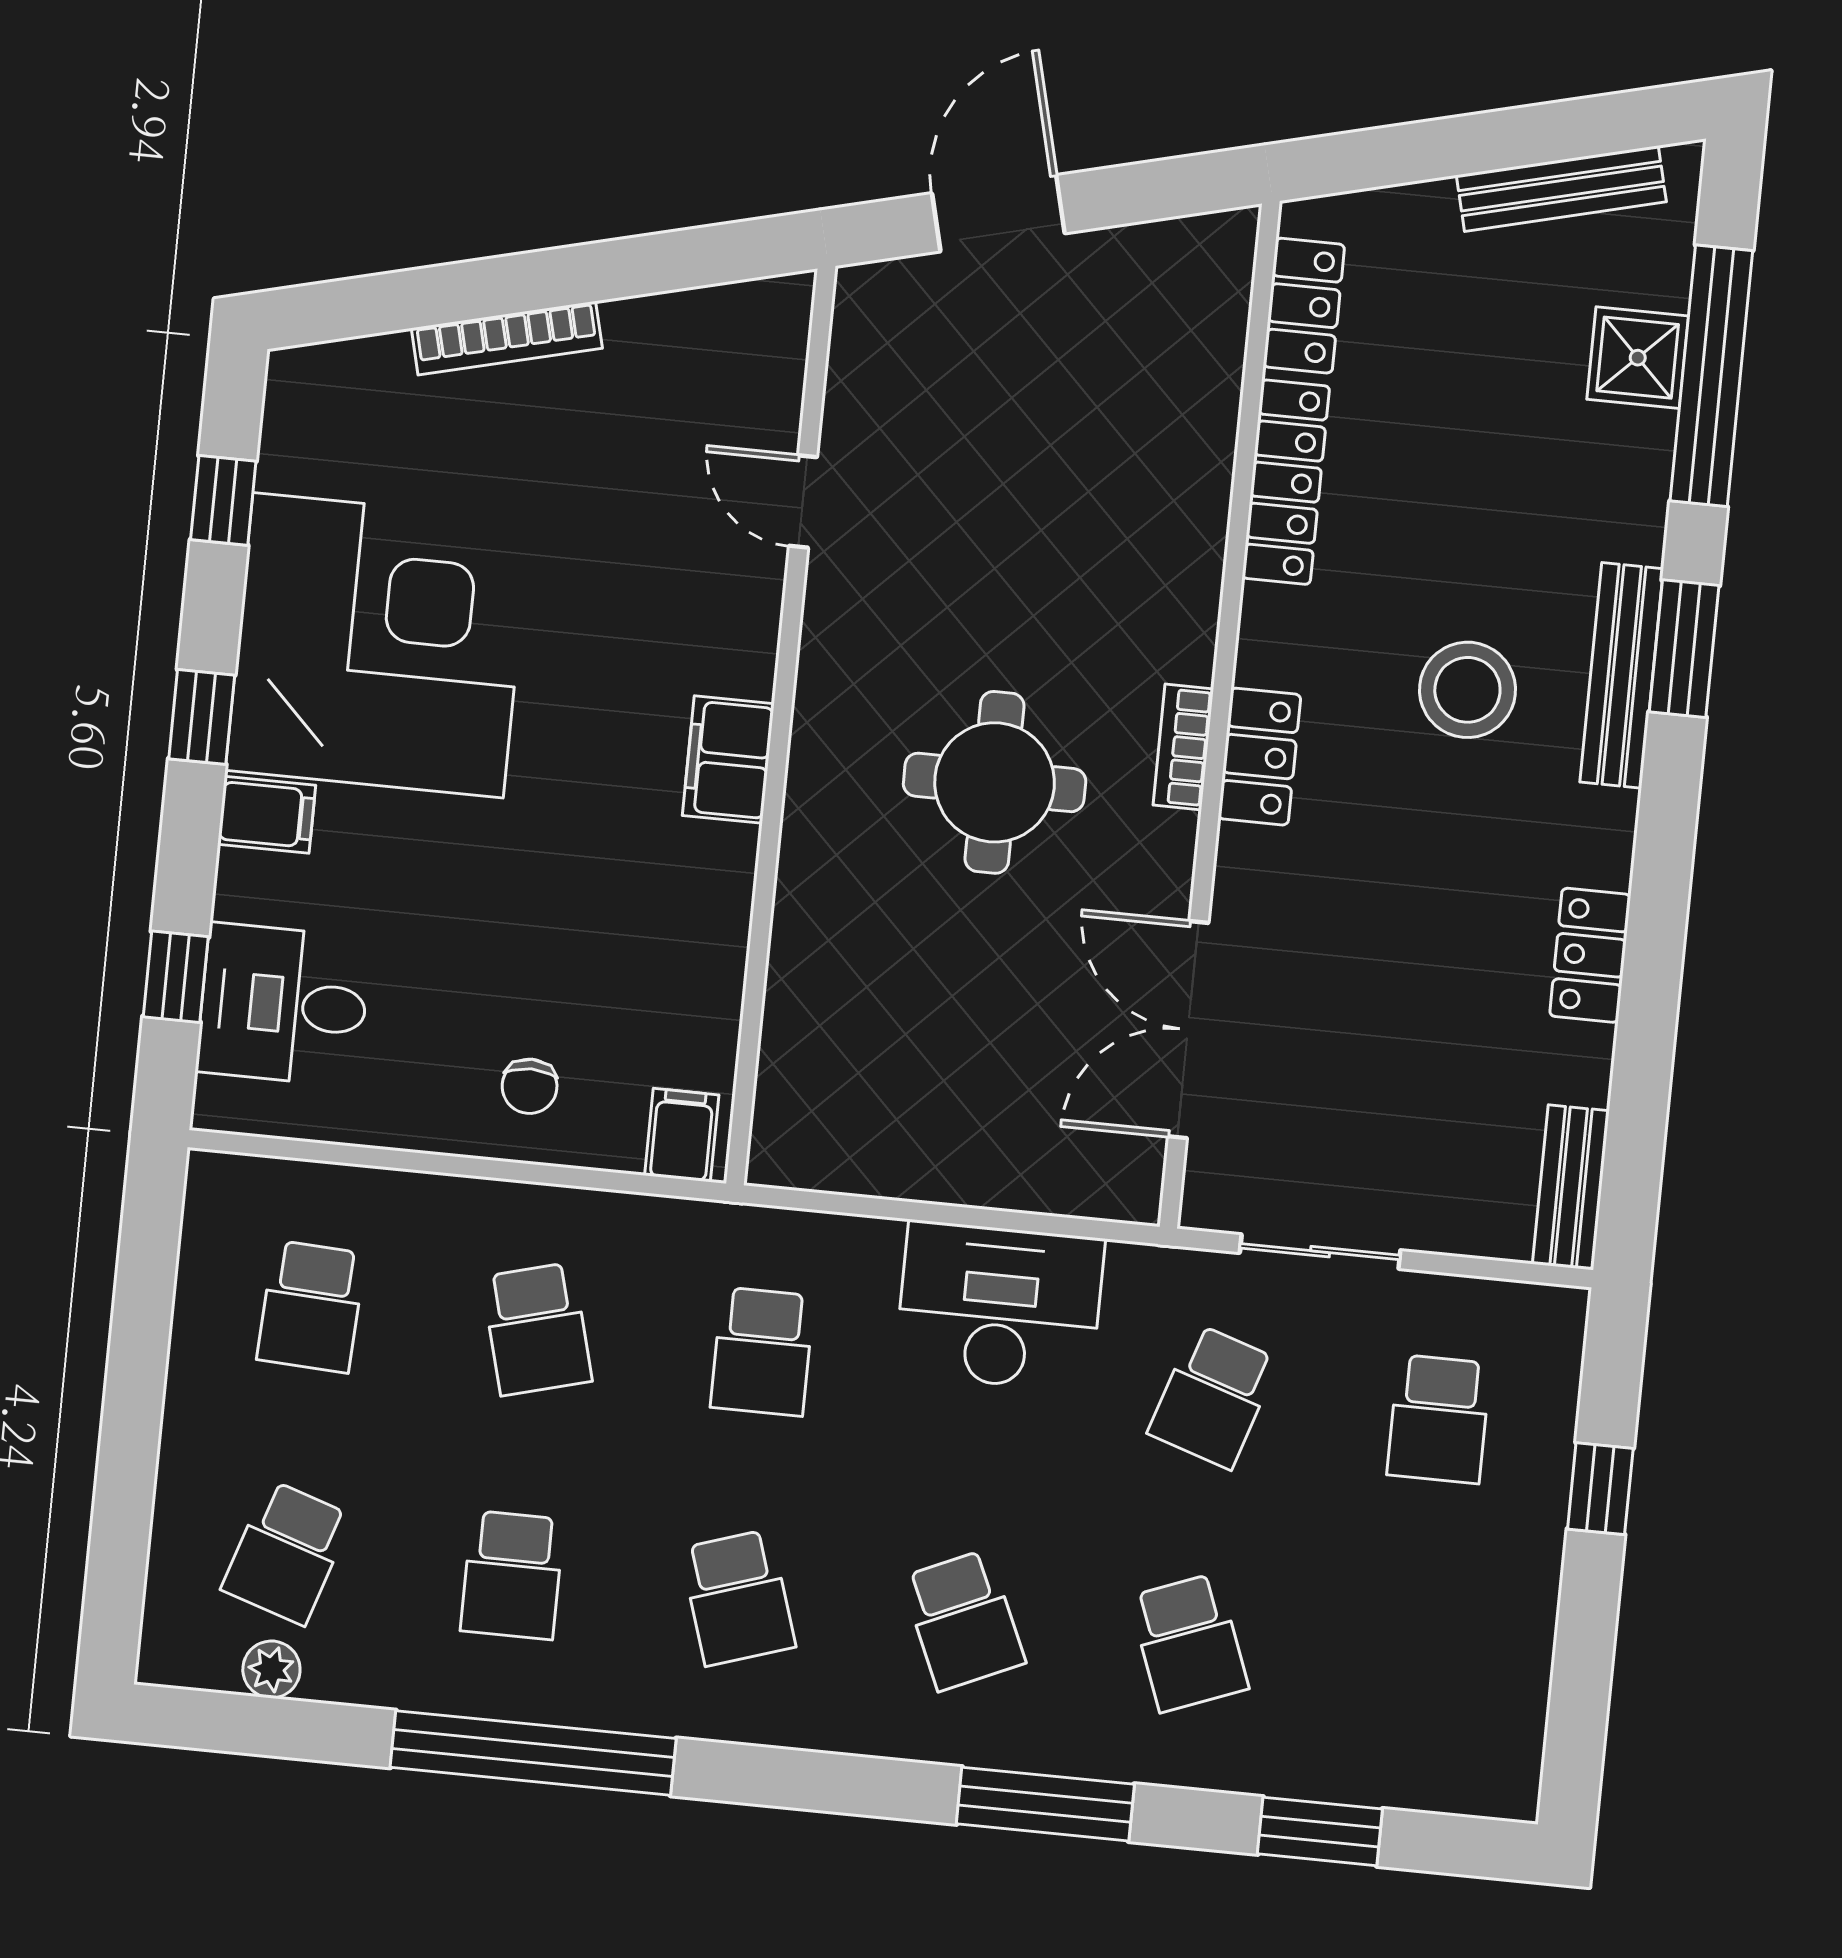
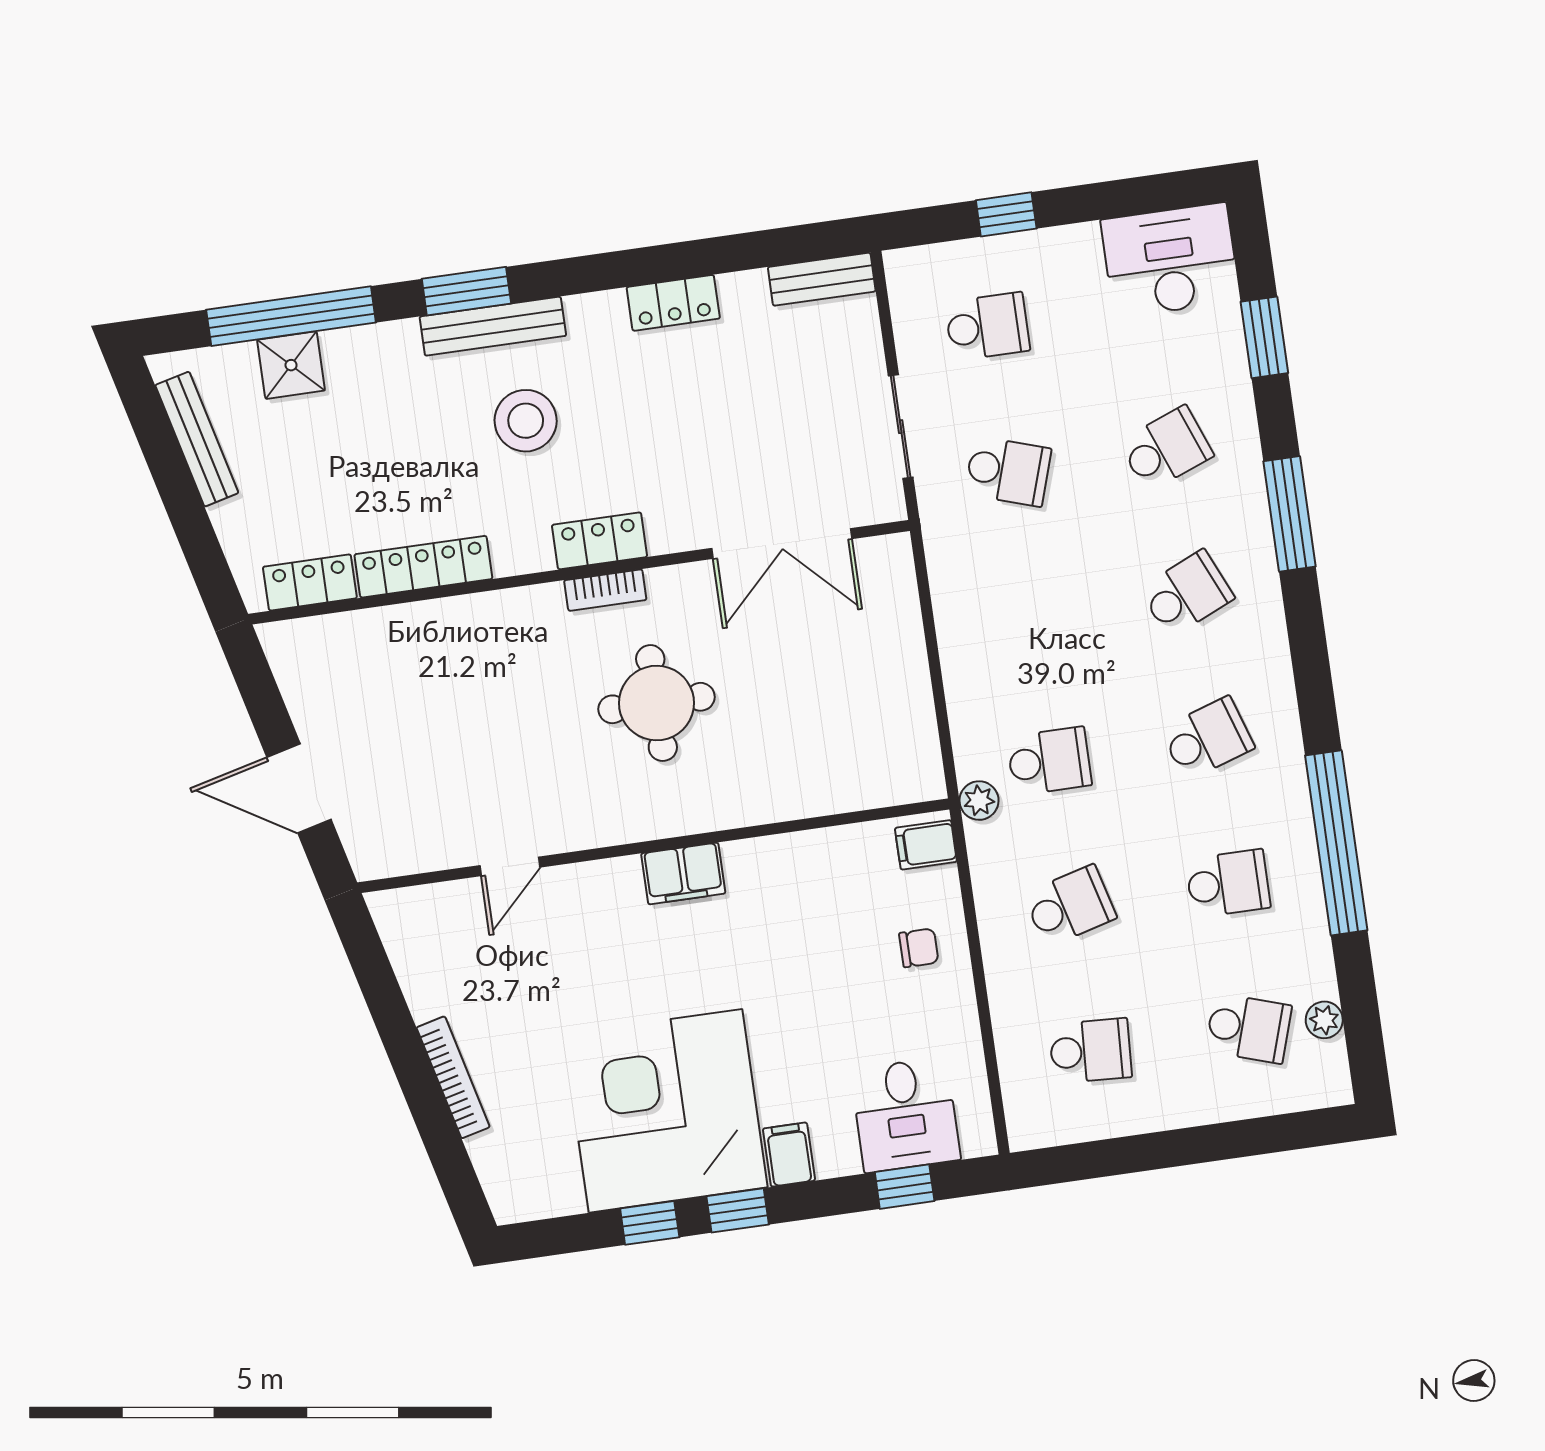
window: (223, 500) -> (650, 1223), moved
plant: (729, 1231) -> (979, 801), added
desk: (999, 1306) -> (1170, 260), moved, turned 90

